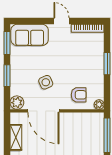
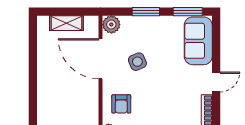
door: (43, 111) -> (101, 59), hinge flipped

